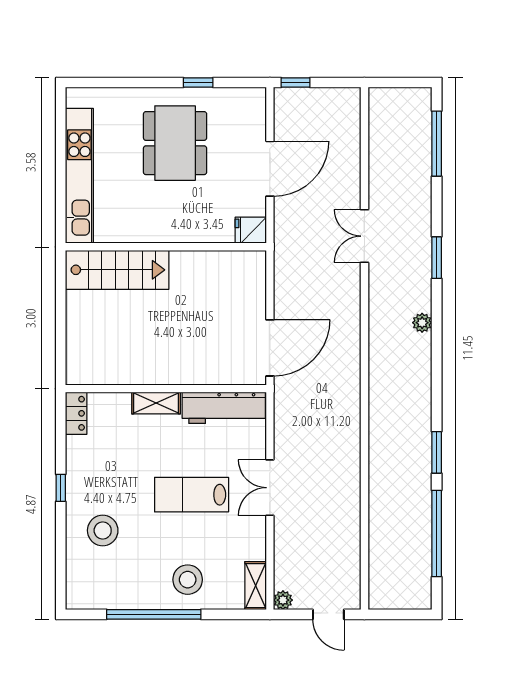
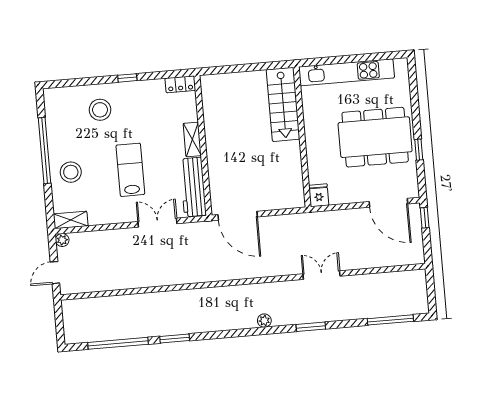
dining table: (175, 143) -> (375, 137), width x1.36, depth x1.24
door: (270, 169) -> (388, 203), moved
double door: (270, 488) -> (157, 223), moved

